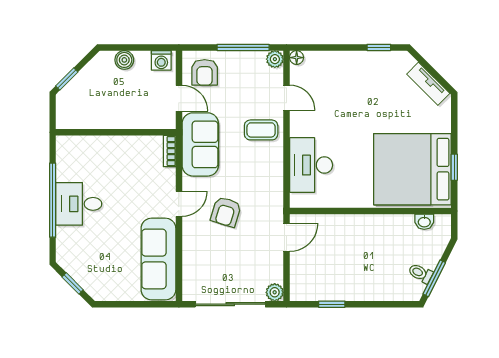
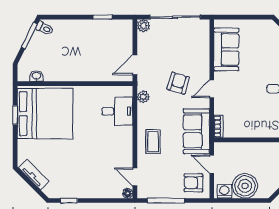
plant: (275, 59) -> (143, 97), moved
boiler: (124, 60) -> (245, 186), width x1.86, depth x1.86
armchair: (205, 72) -> (193, 183), turned -90
door: (287, 98) -> (135, 177), moved
coffee table: (261, 130) -> (153, 142), turned 90
desk: (311, 165) -> (117, 111), width x0.73
sofa: (158, 259) -> (226, 49), width x0.73
toilet: (420, 273) -> (45, 28), moved

